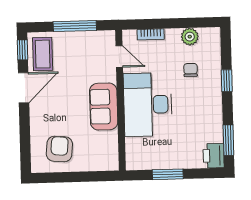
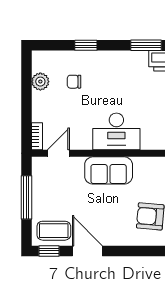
bookcase: (151, 34) -> (37, 136), moved
desk: (148, 105) -> (116, 131), width x0.73, depth x0.77

